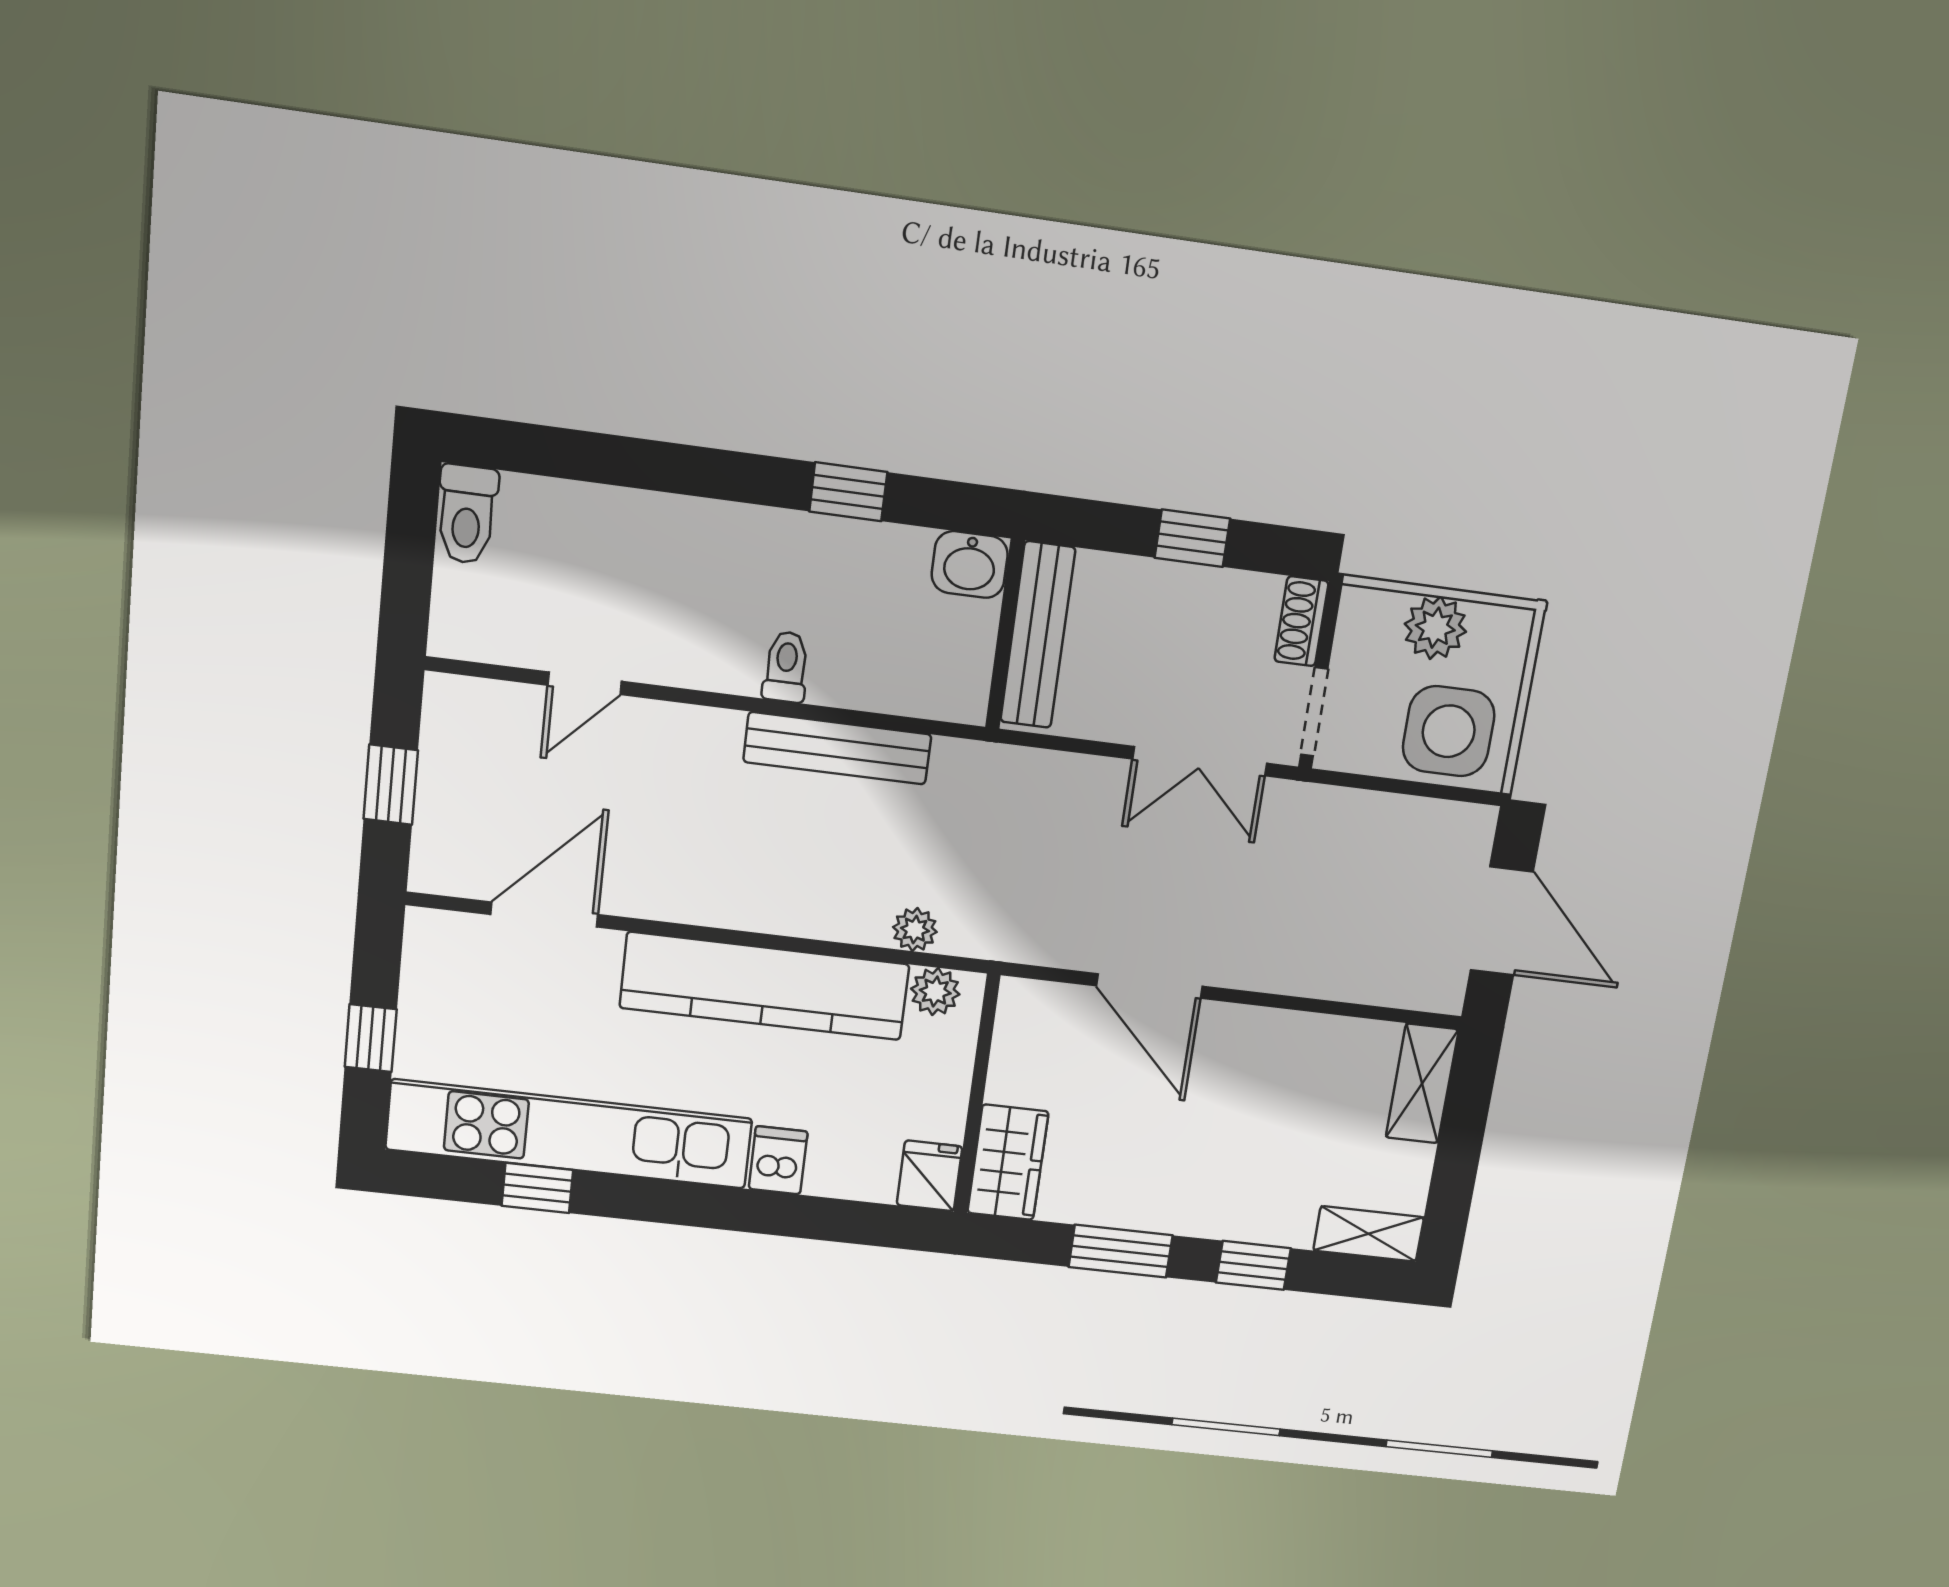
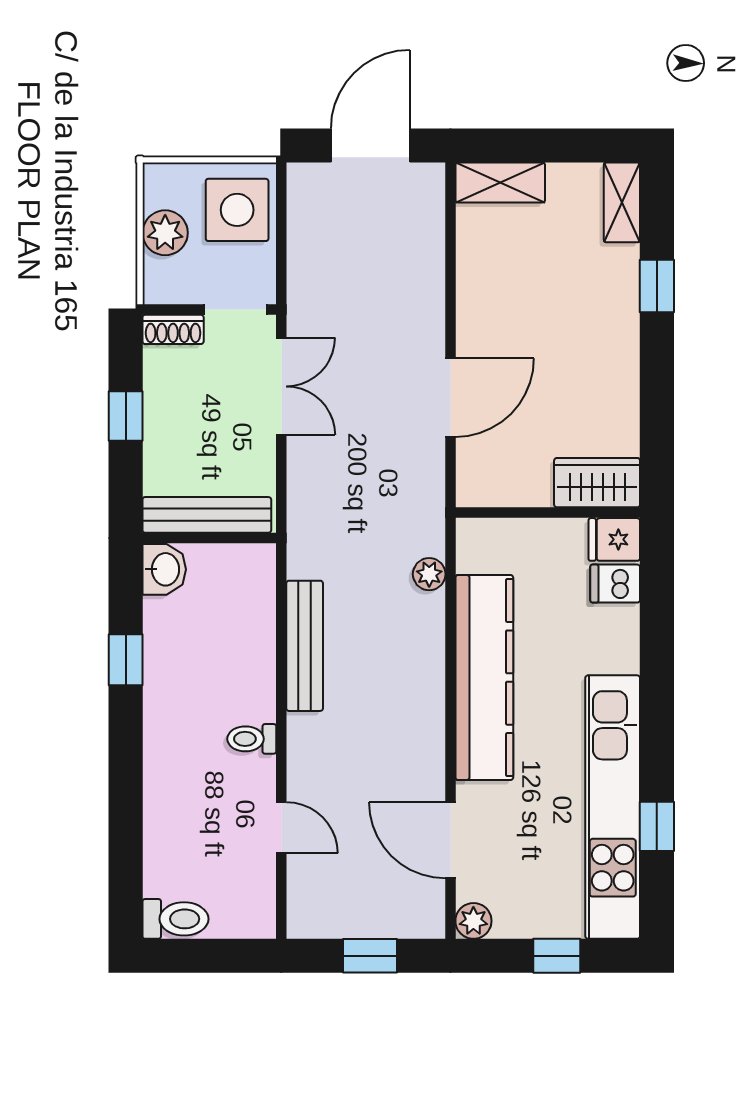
toilet: (786, 667) -> (252, 739), moved
plant: (935, 992) -> (473, 921), moved
dishwasher: (778, 1160) -> (615, 584), moved
window: (1121, 1251) -> (657, 388), removed

